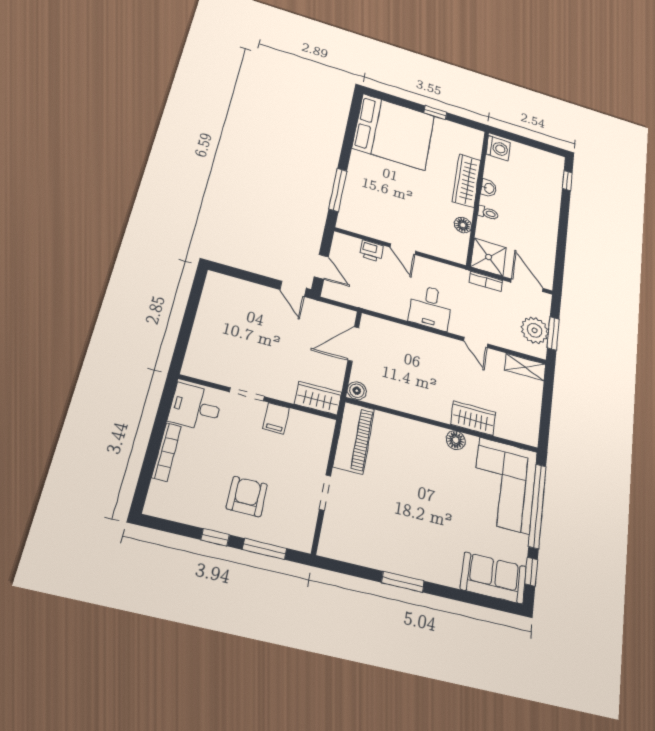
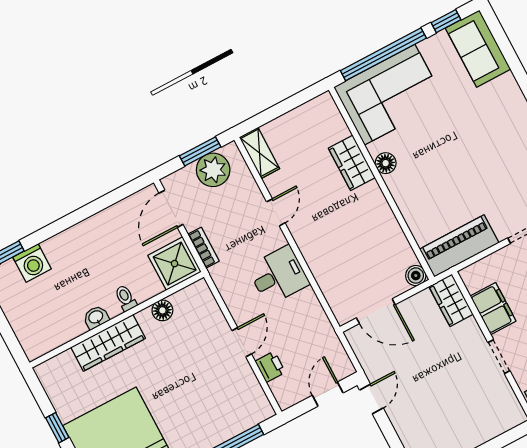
washing machine: (498, 148) -> (32, 263), moved, turned 180
filing cabinet: (276, 418) -> (493, 309), width x2.00

